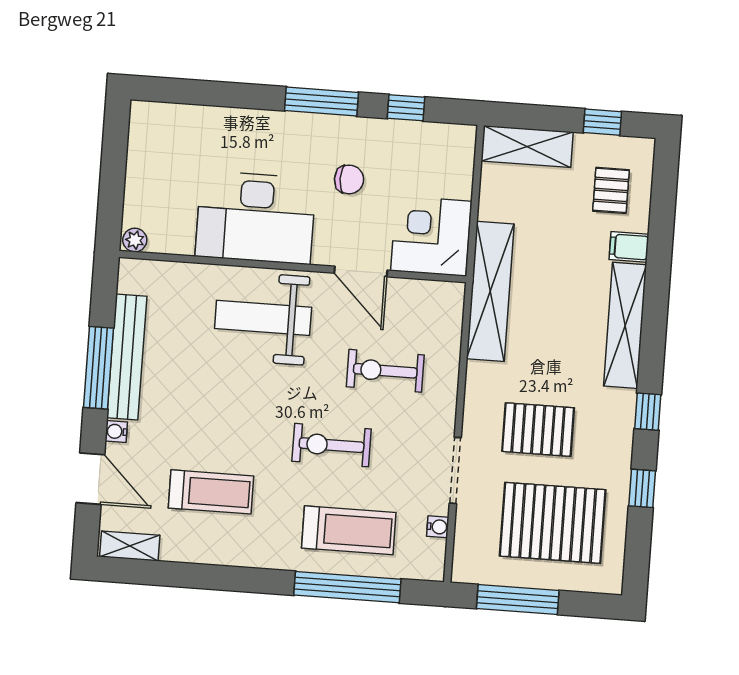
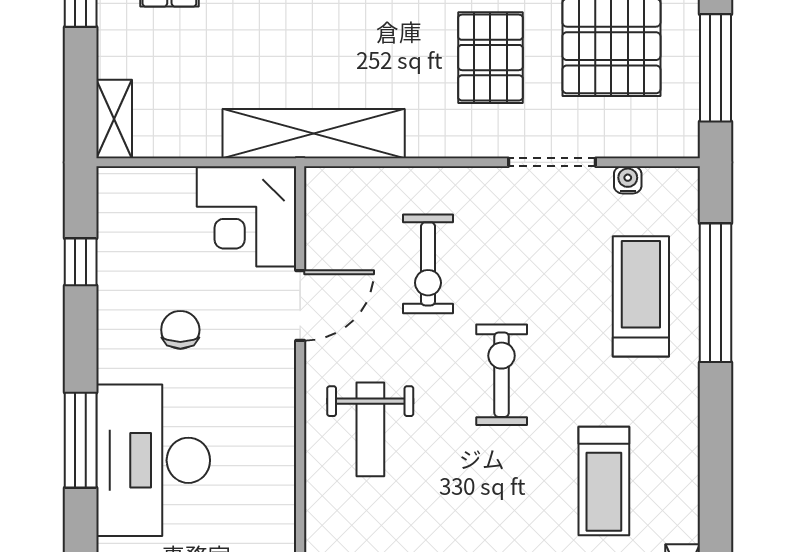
window: (322, 101) -> (81, 440), moved
shelving: (527, 147) -> (114, 119), width x0.67, depth x0.75
desk: (256, 218) -> (153, 460), moved, turned 180
weight bench: (263, 318) -> (370, 429), width x0.73, depth x0.75
exercise bike: (332, 445) -> (502, 375), moved, turned 180
treadmill: (211, 492) -> (604, 481), turned 180

